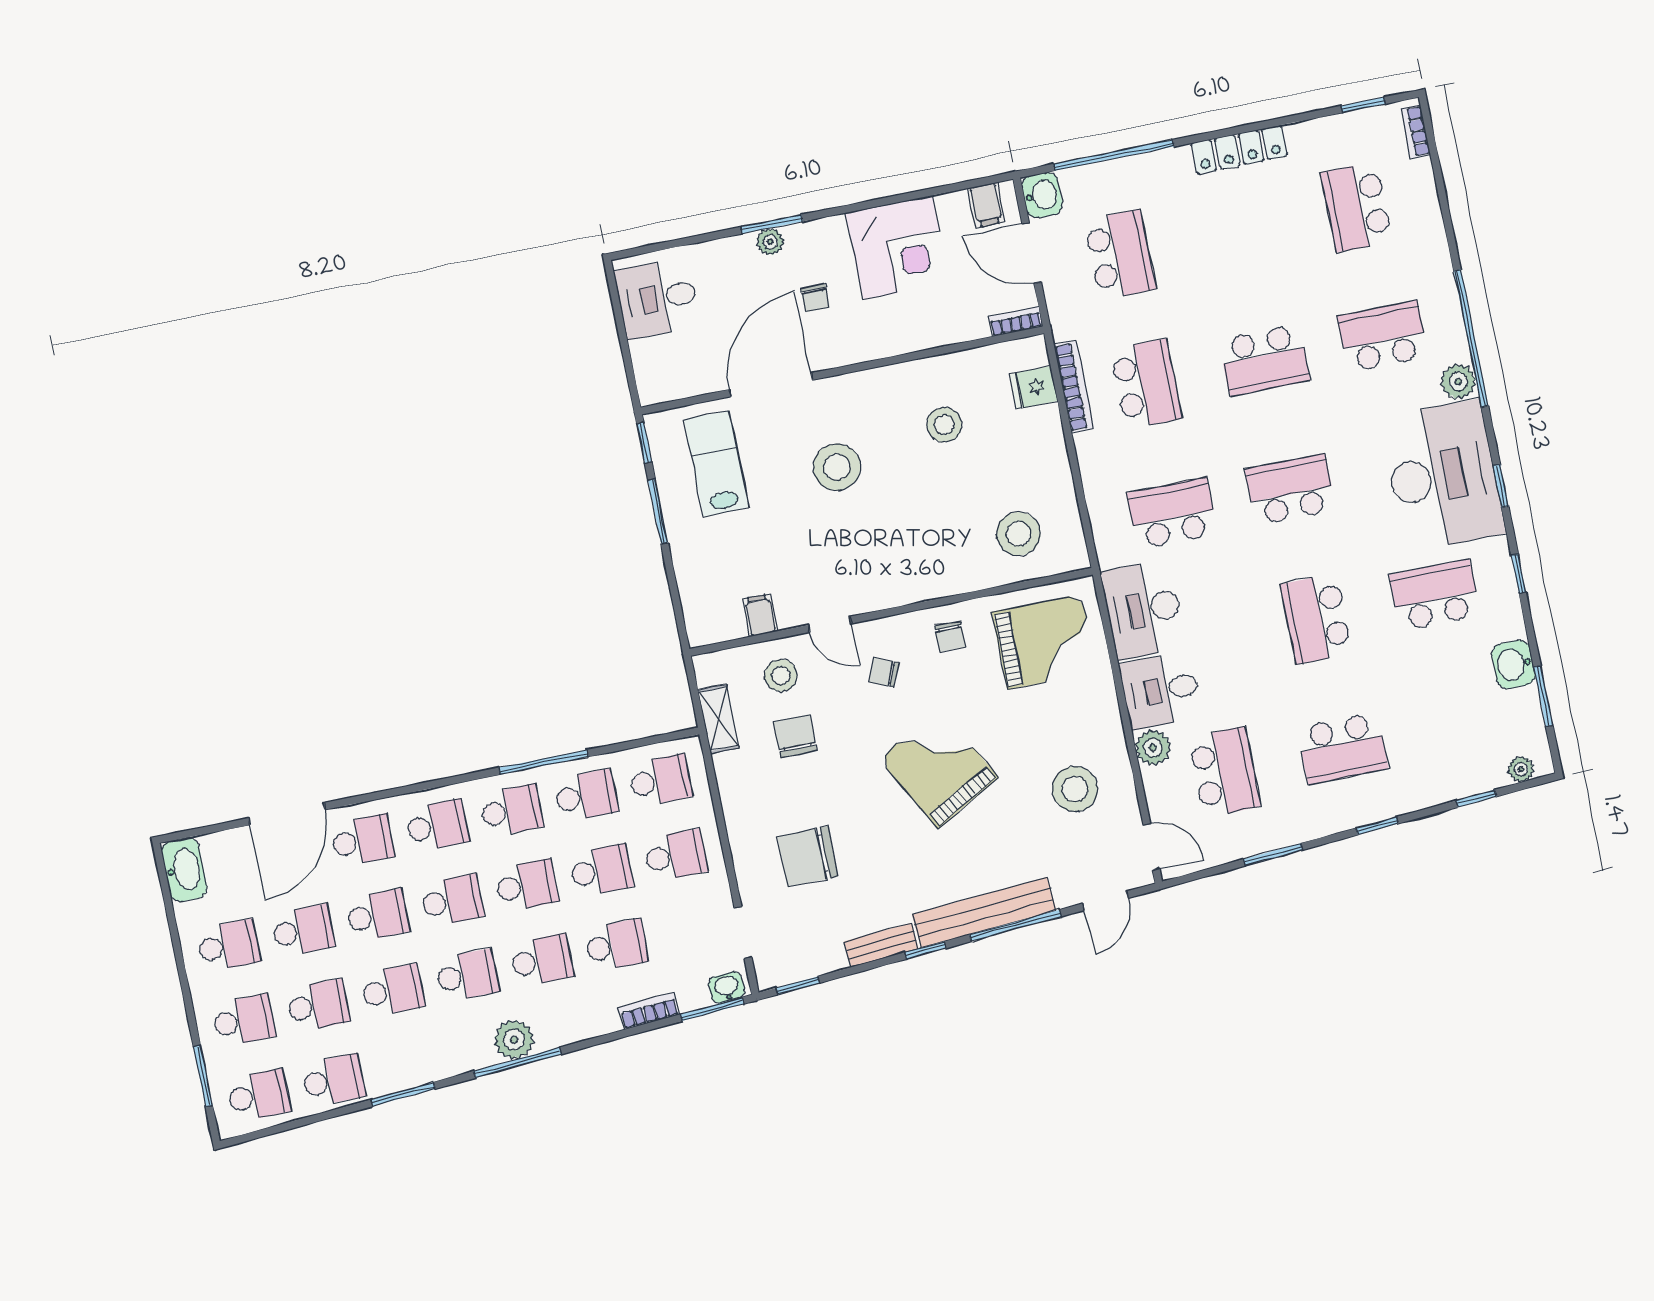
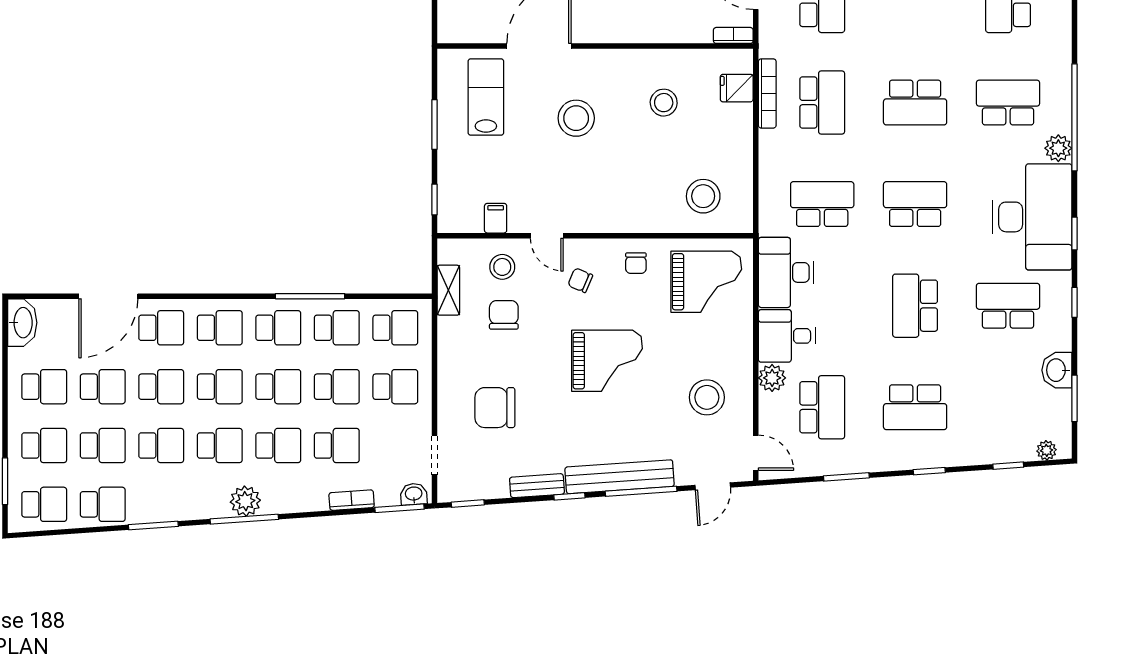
window: (644, 443) -> (434, 199), moved
grand piano: (939, 768) -> (607, 361), turned 119

